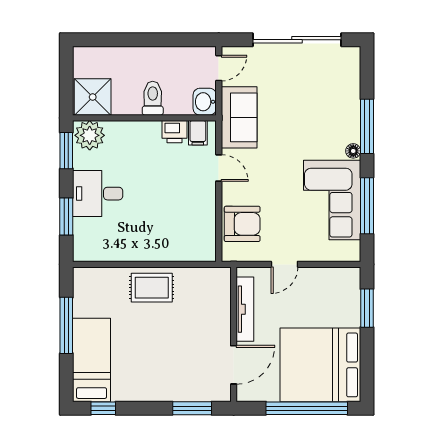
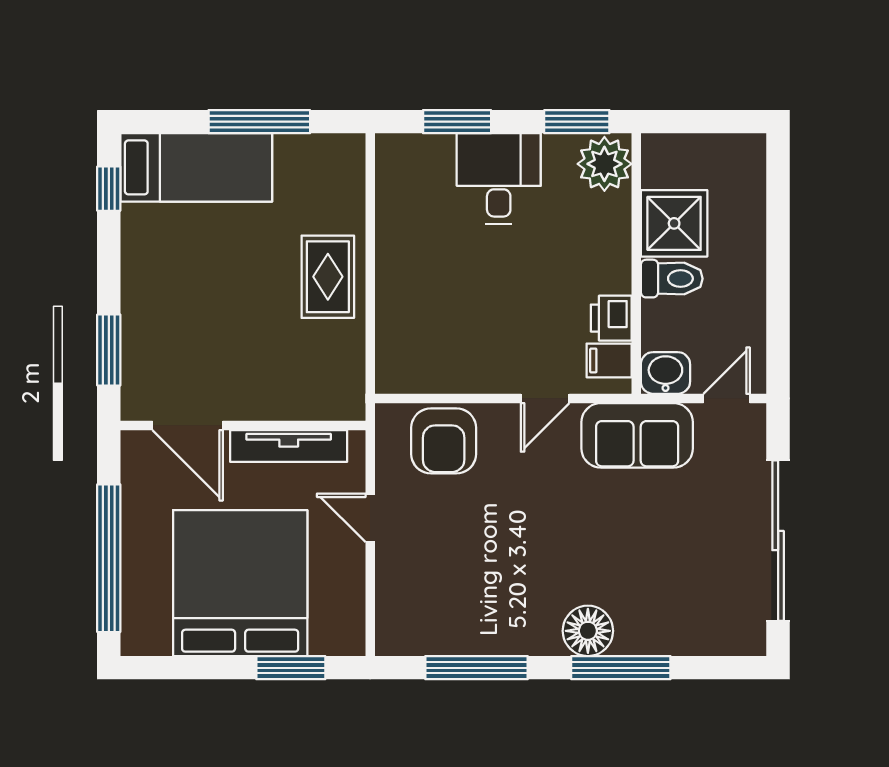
door: (219, 68) -> (727, 398), swing flipped
shower: (93, 97) -> (674, 223), moved
floor lamp: (353, 151) -> (588, 631), width x1.89, depth x1.89
corner sofa: (332, 200) -> (487, 604), removed
bed: (320, 365) -> (240, 583), moved

